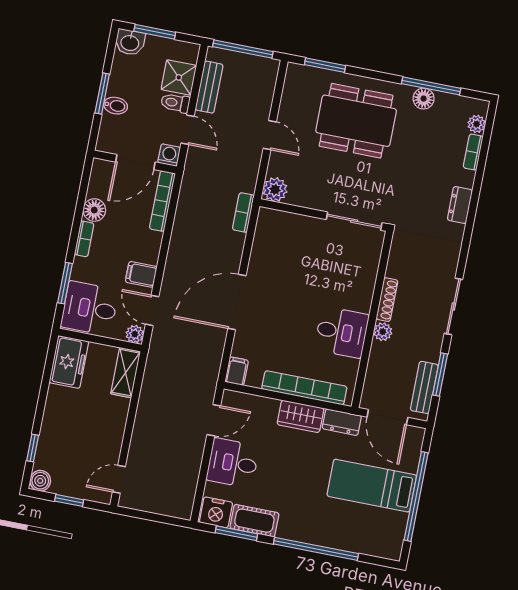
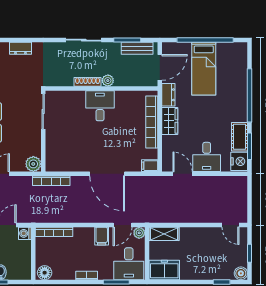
door: (135, 162) -> (33, 253), removed
floor lamp: (94, 210) -> (45, 273), moved
bookcase: (243, 212) -> (51, 181), width x1.56
desk: (342, 332) -> (100, 106), moved

